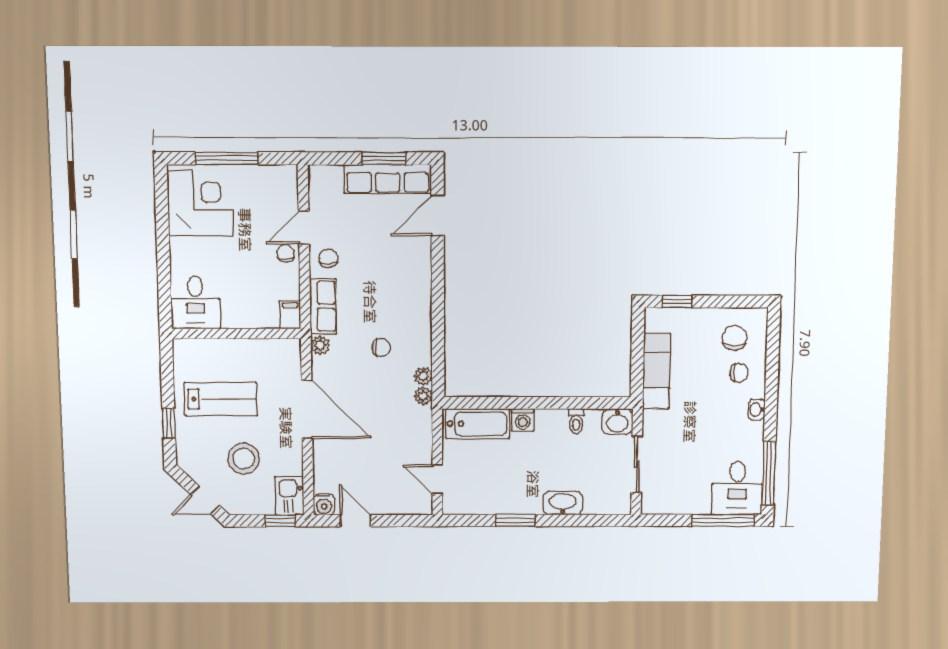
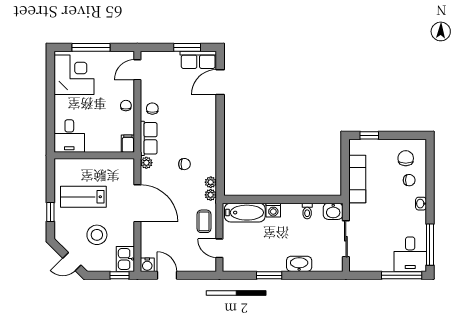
row of seats: (388, 179) -> (198, 60), width x0.68
door: (304, 228) -> (137, 70), moved
lab bench: (221, 399) -> (83, 197), turned 180
coffee table: (413, 437) -> (204, 221), added

